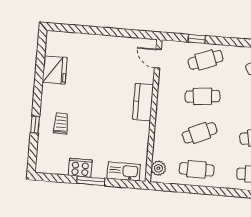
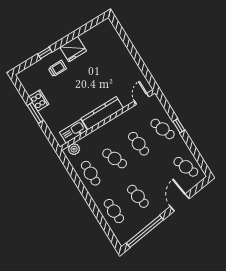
window: (197, 39) -> (179, 126), moved
fridge: (55, 70) -> (73, 49), moved
kitchen counter: (143, 102) -> (102, 113), width x1.50
kitchen sink: (124, 171) -> (73, 131), moved, turned -90

